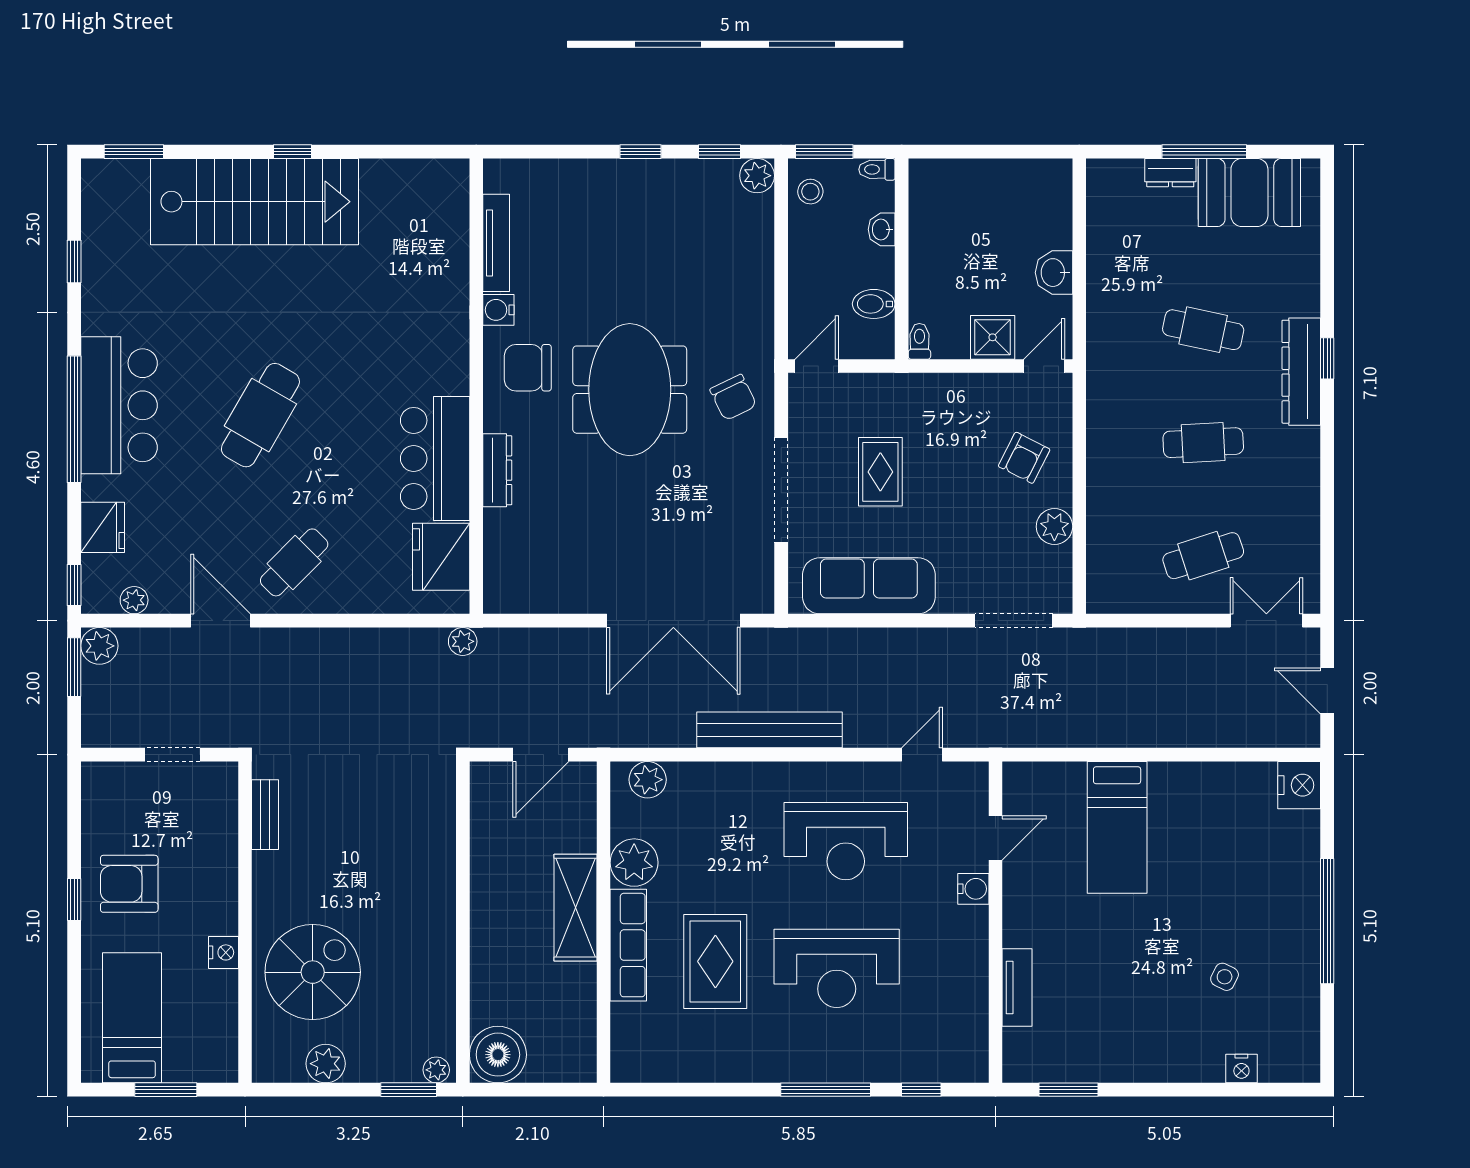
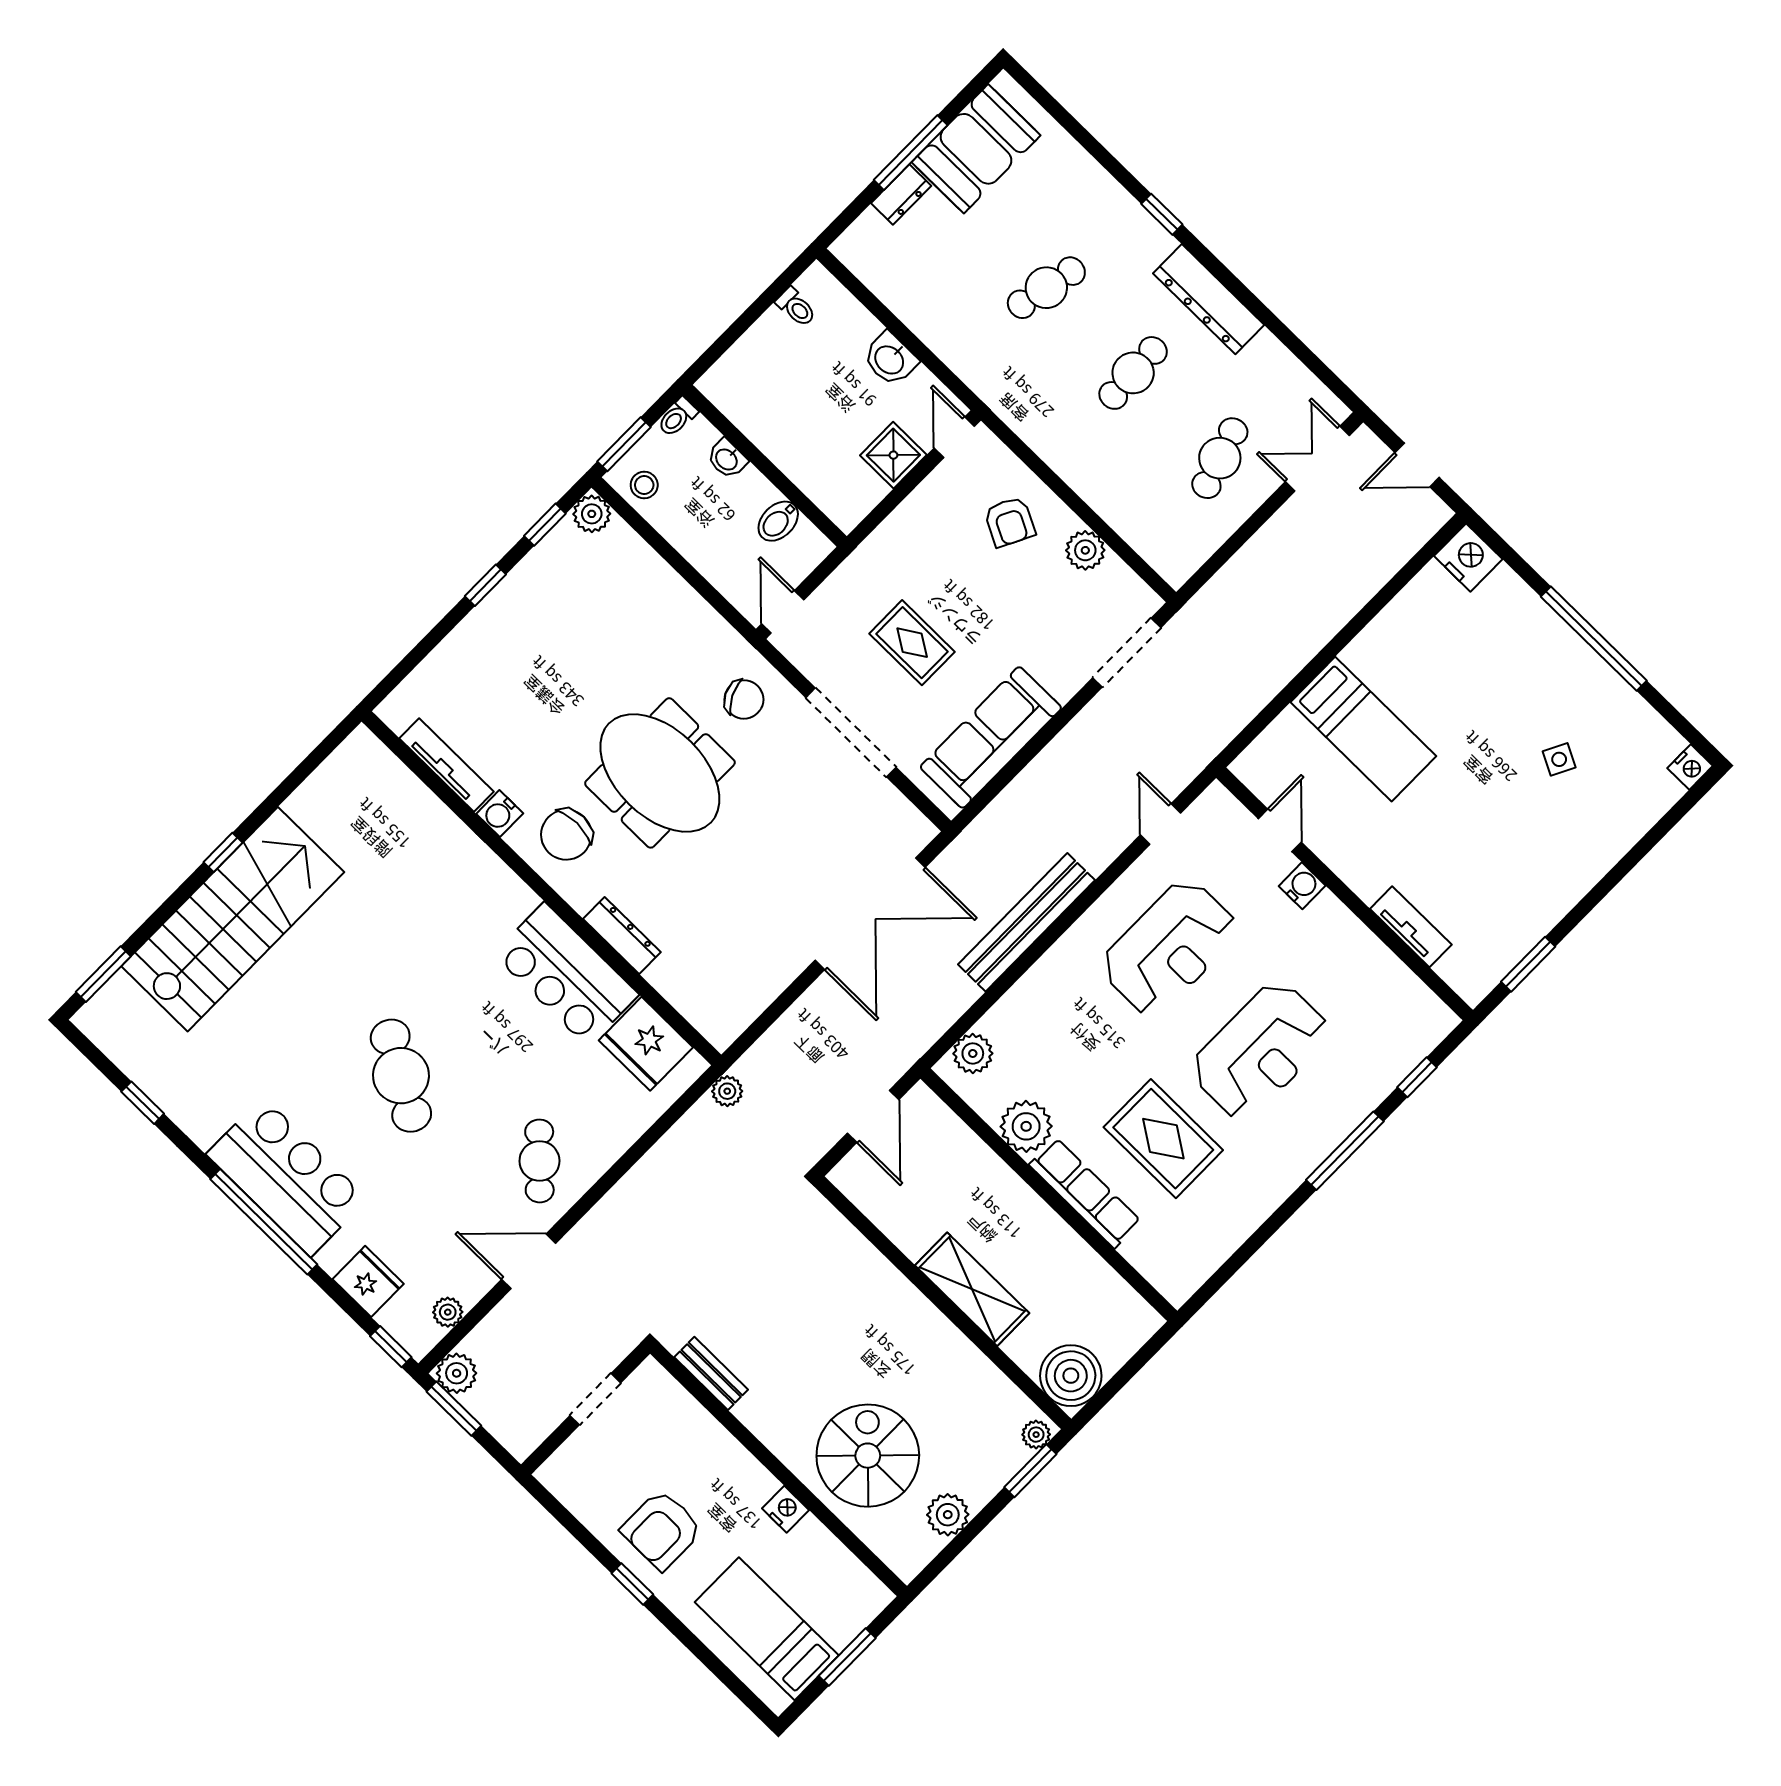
toilet: (919, 341) -> (796, 307), moved, turned 180
dresser: (1301, 372) -> (1209, 299), moved
shelving: (575, 908) -> (972, 1289), moved
nightstand: (1241, 1069) -> (1690, 767), moved

